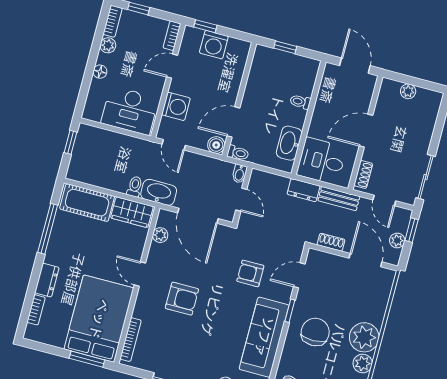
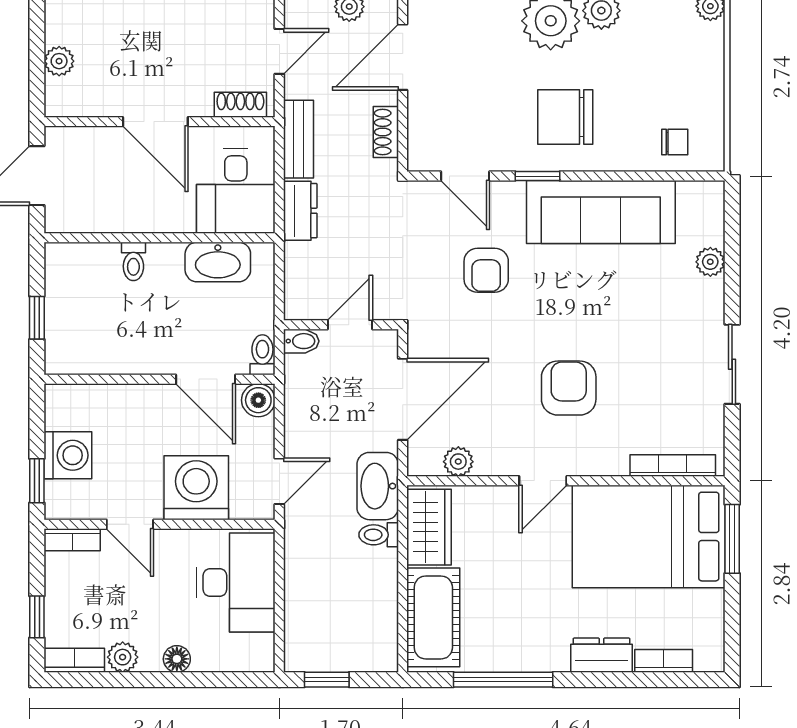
washing machine: (176, 106) -> (196, 488), width x1.37, depth x1.37

